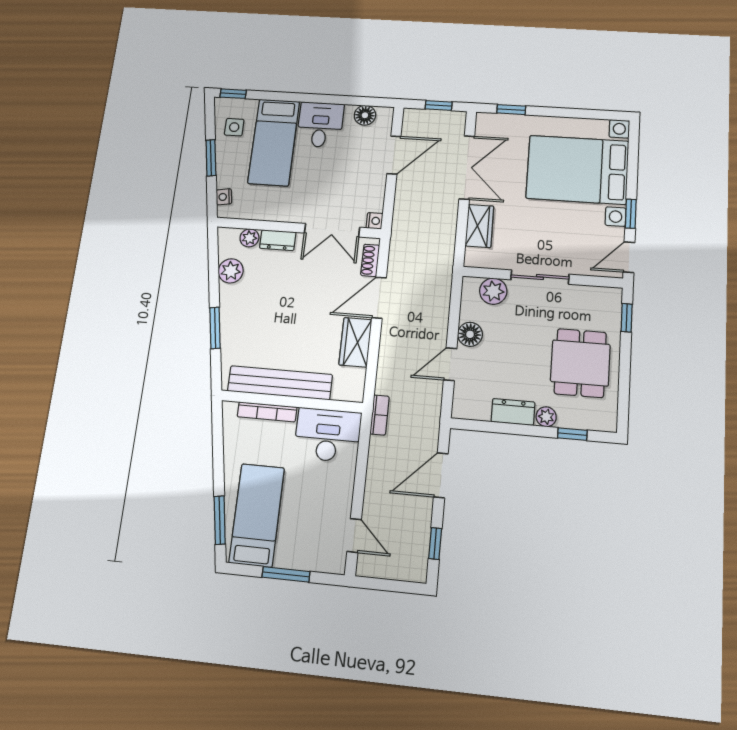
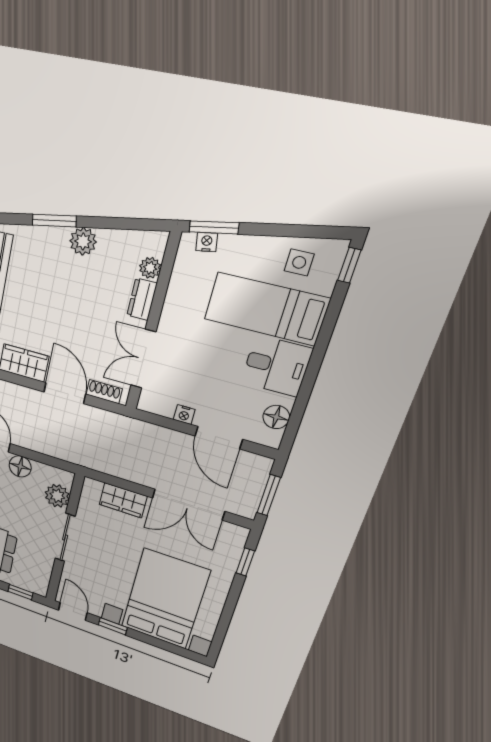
window: (439, 105) -> (269, 495), width x1.50
window: (211, 158) -> (214, 227), moved
nightstand: (374, 221) -> (184, 415), moved
plant: (231, 271) -> (83, 241), moved

